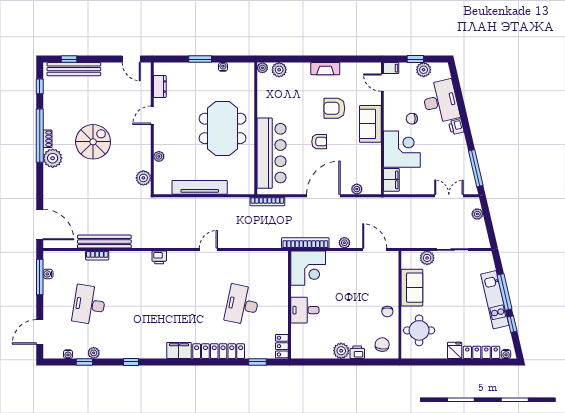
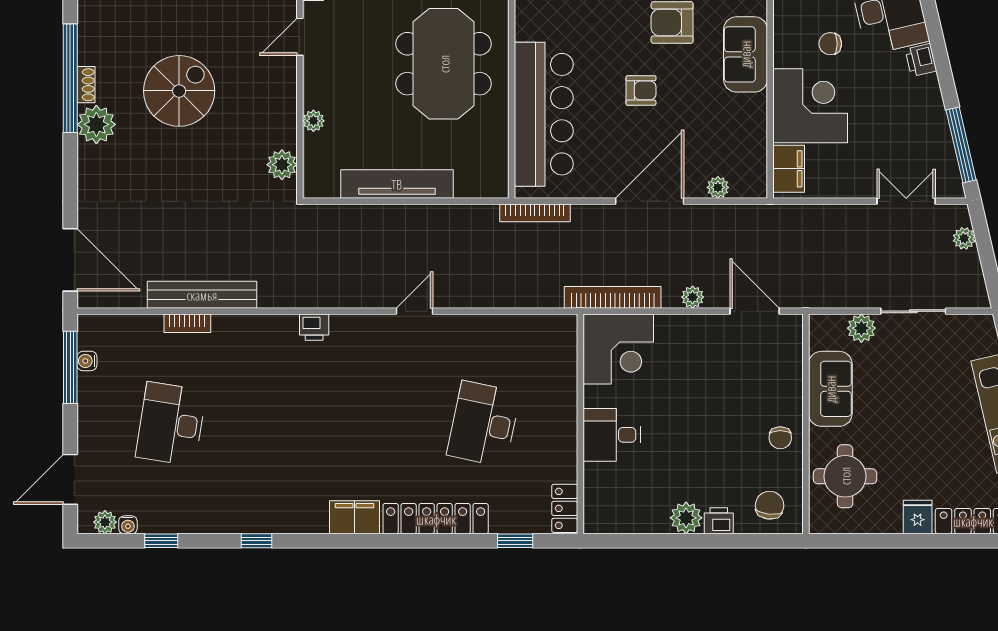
plant: (94, 353) -> (105, 522), moved

